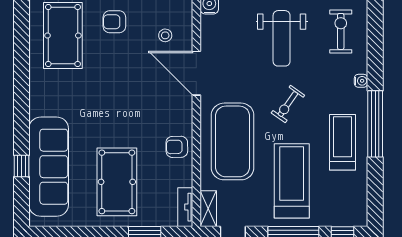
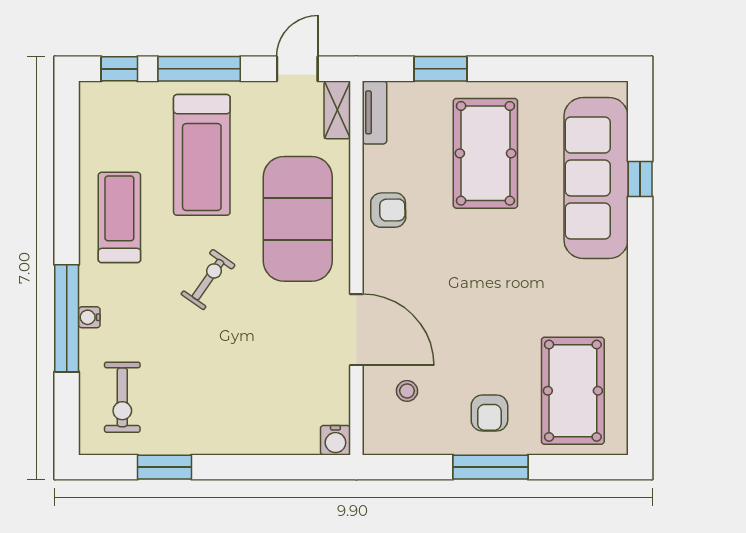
armchair: (114, 22) -> (489, 413), turned 90
weight bench: (282, 38) -> (218, 386), removed
window: (375, 124) -> (67, 318), moved
treadmill: (343, 142) -> (119, 217), turned 180

